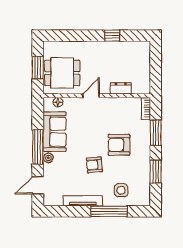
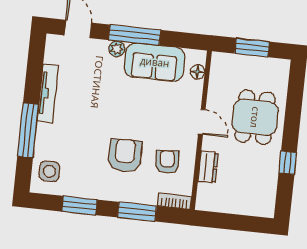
dining table: (62, 73) -> (255, 117), moved
armchair: (94, 165) -> (167, 162), moved
side table: (121, 190) -> (49, 171), moved

